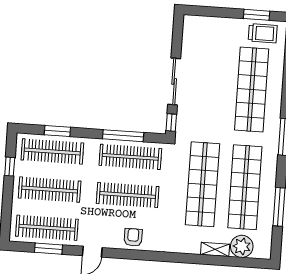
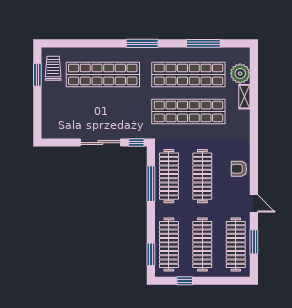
window: (57, 131) -> (151, 254), moved

